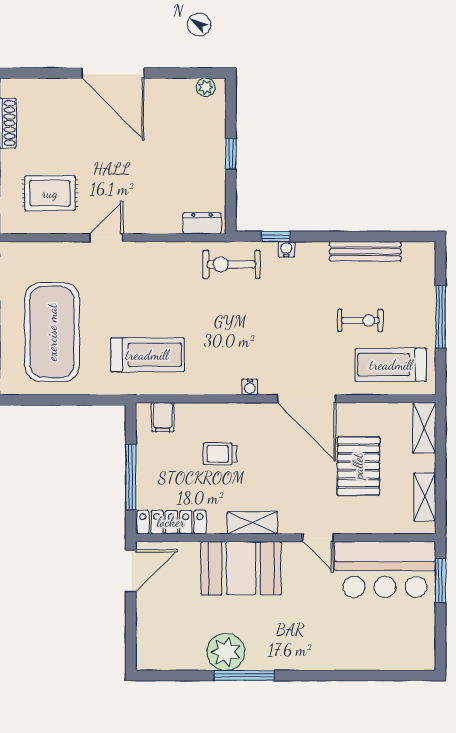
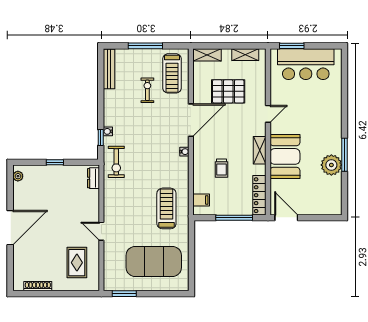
bench: (365, 251) -> (109, 69), moved
bar counter: (385, 569) -> (306, 64), moved, turned 90

